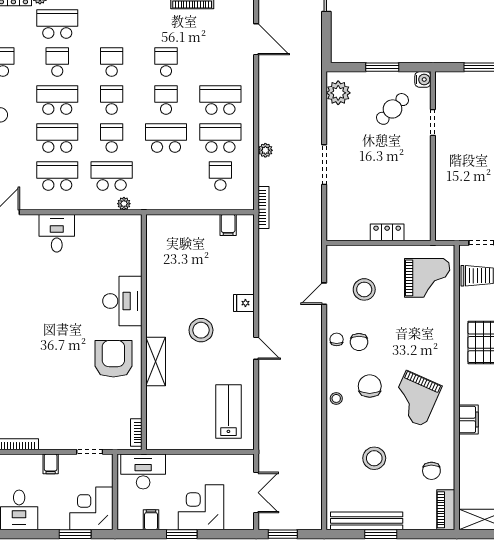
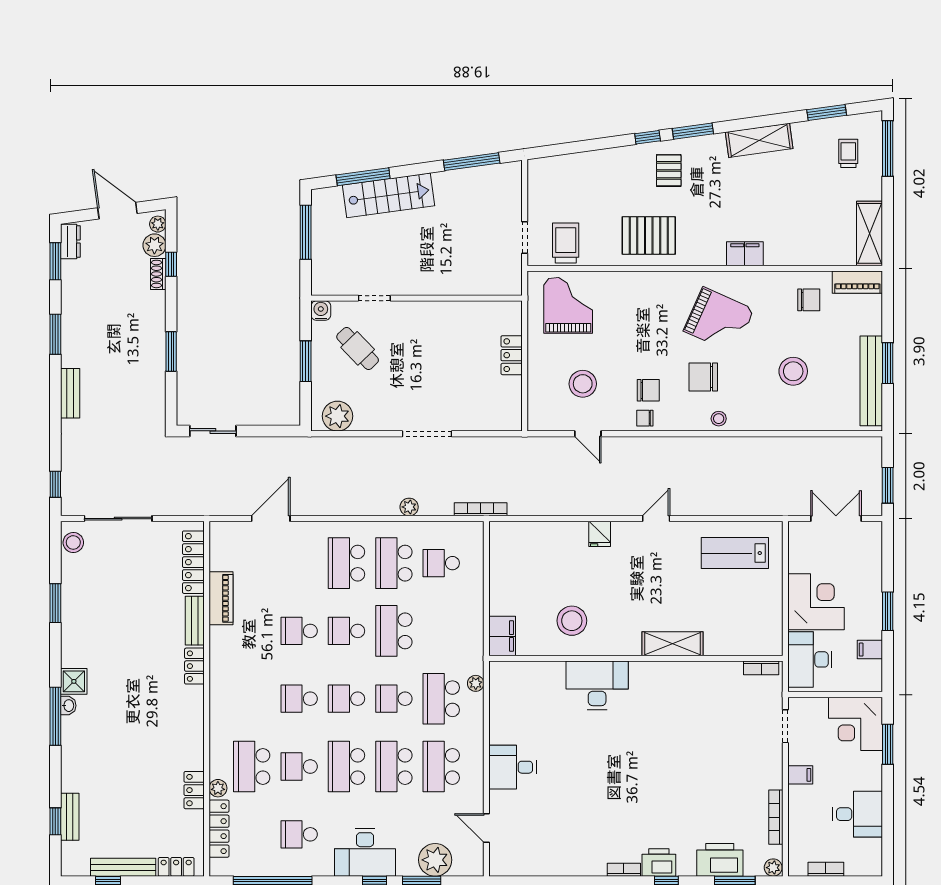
filing cabinet: (228, 225) -> (502, 636), moved, width x2.00
stool: (201, 330) -> (572, 621), moved
armchair: (113, 359) -> (669, 696), removed
corner desk: (201, 507) -> (816, 602), moved, turned 180

